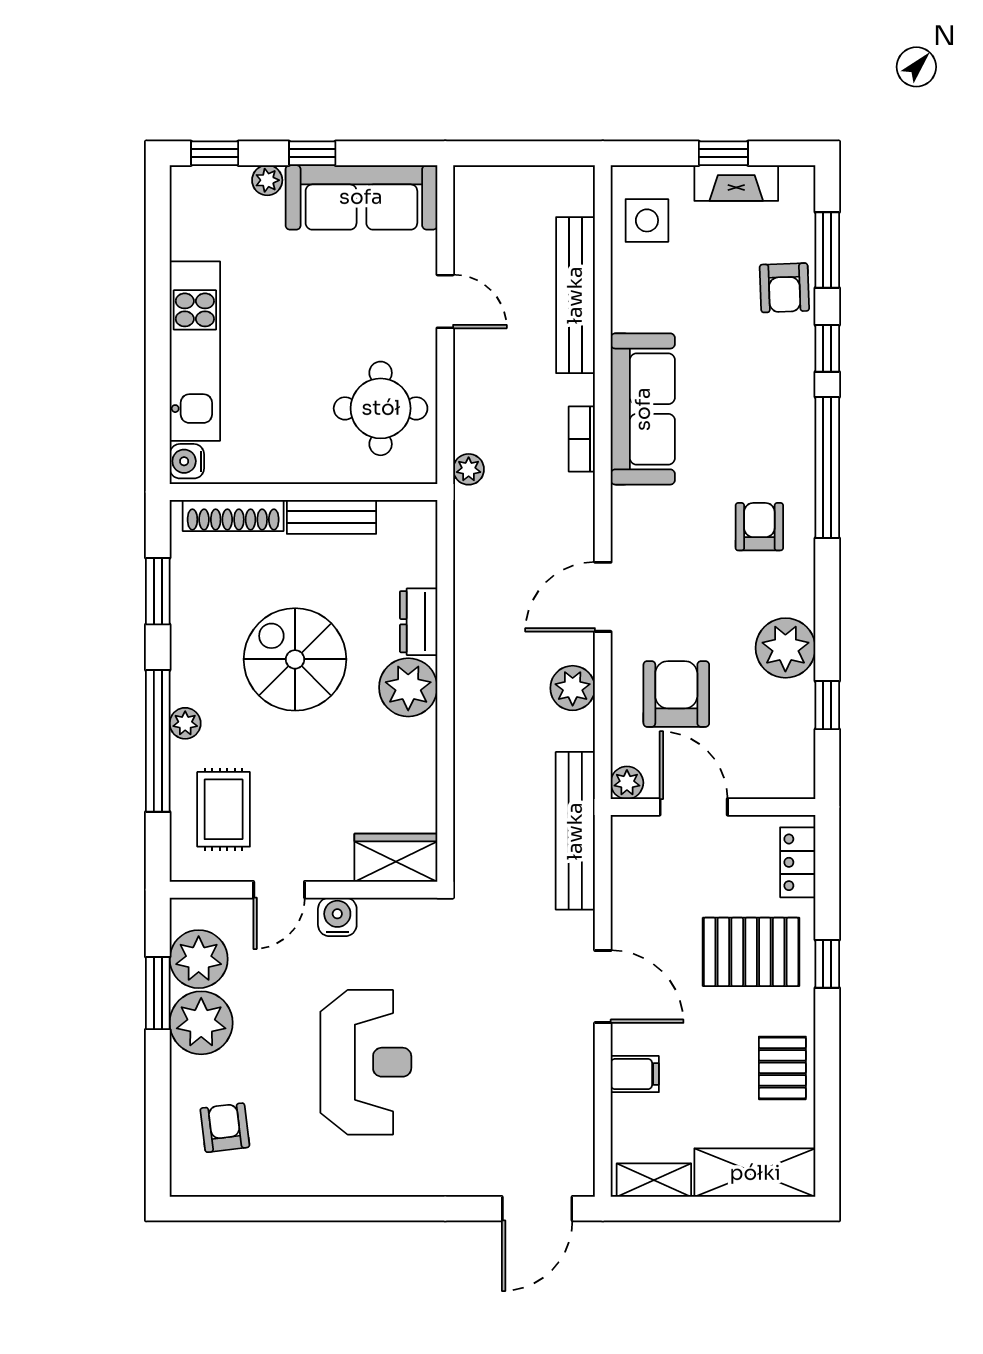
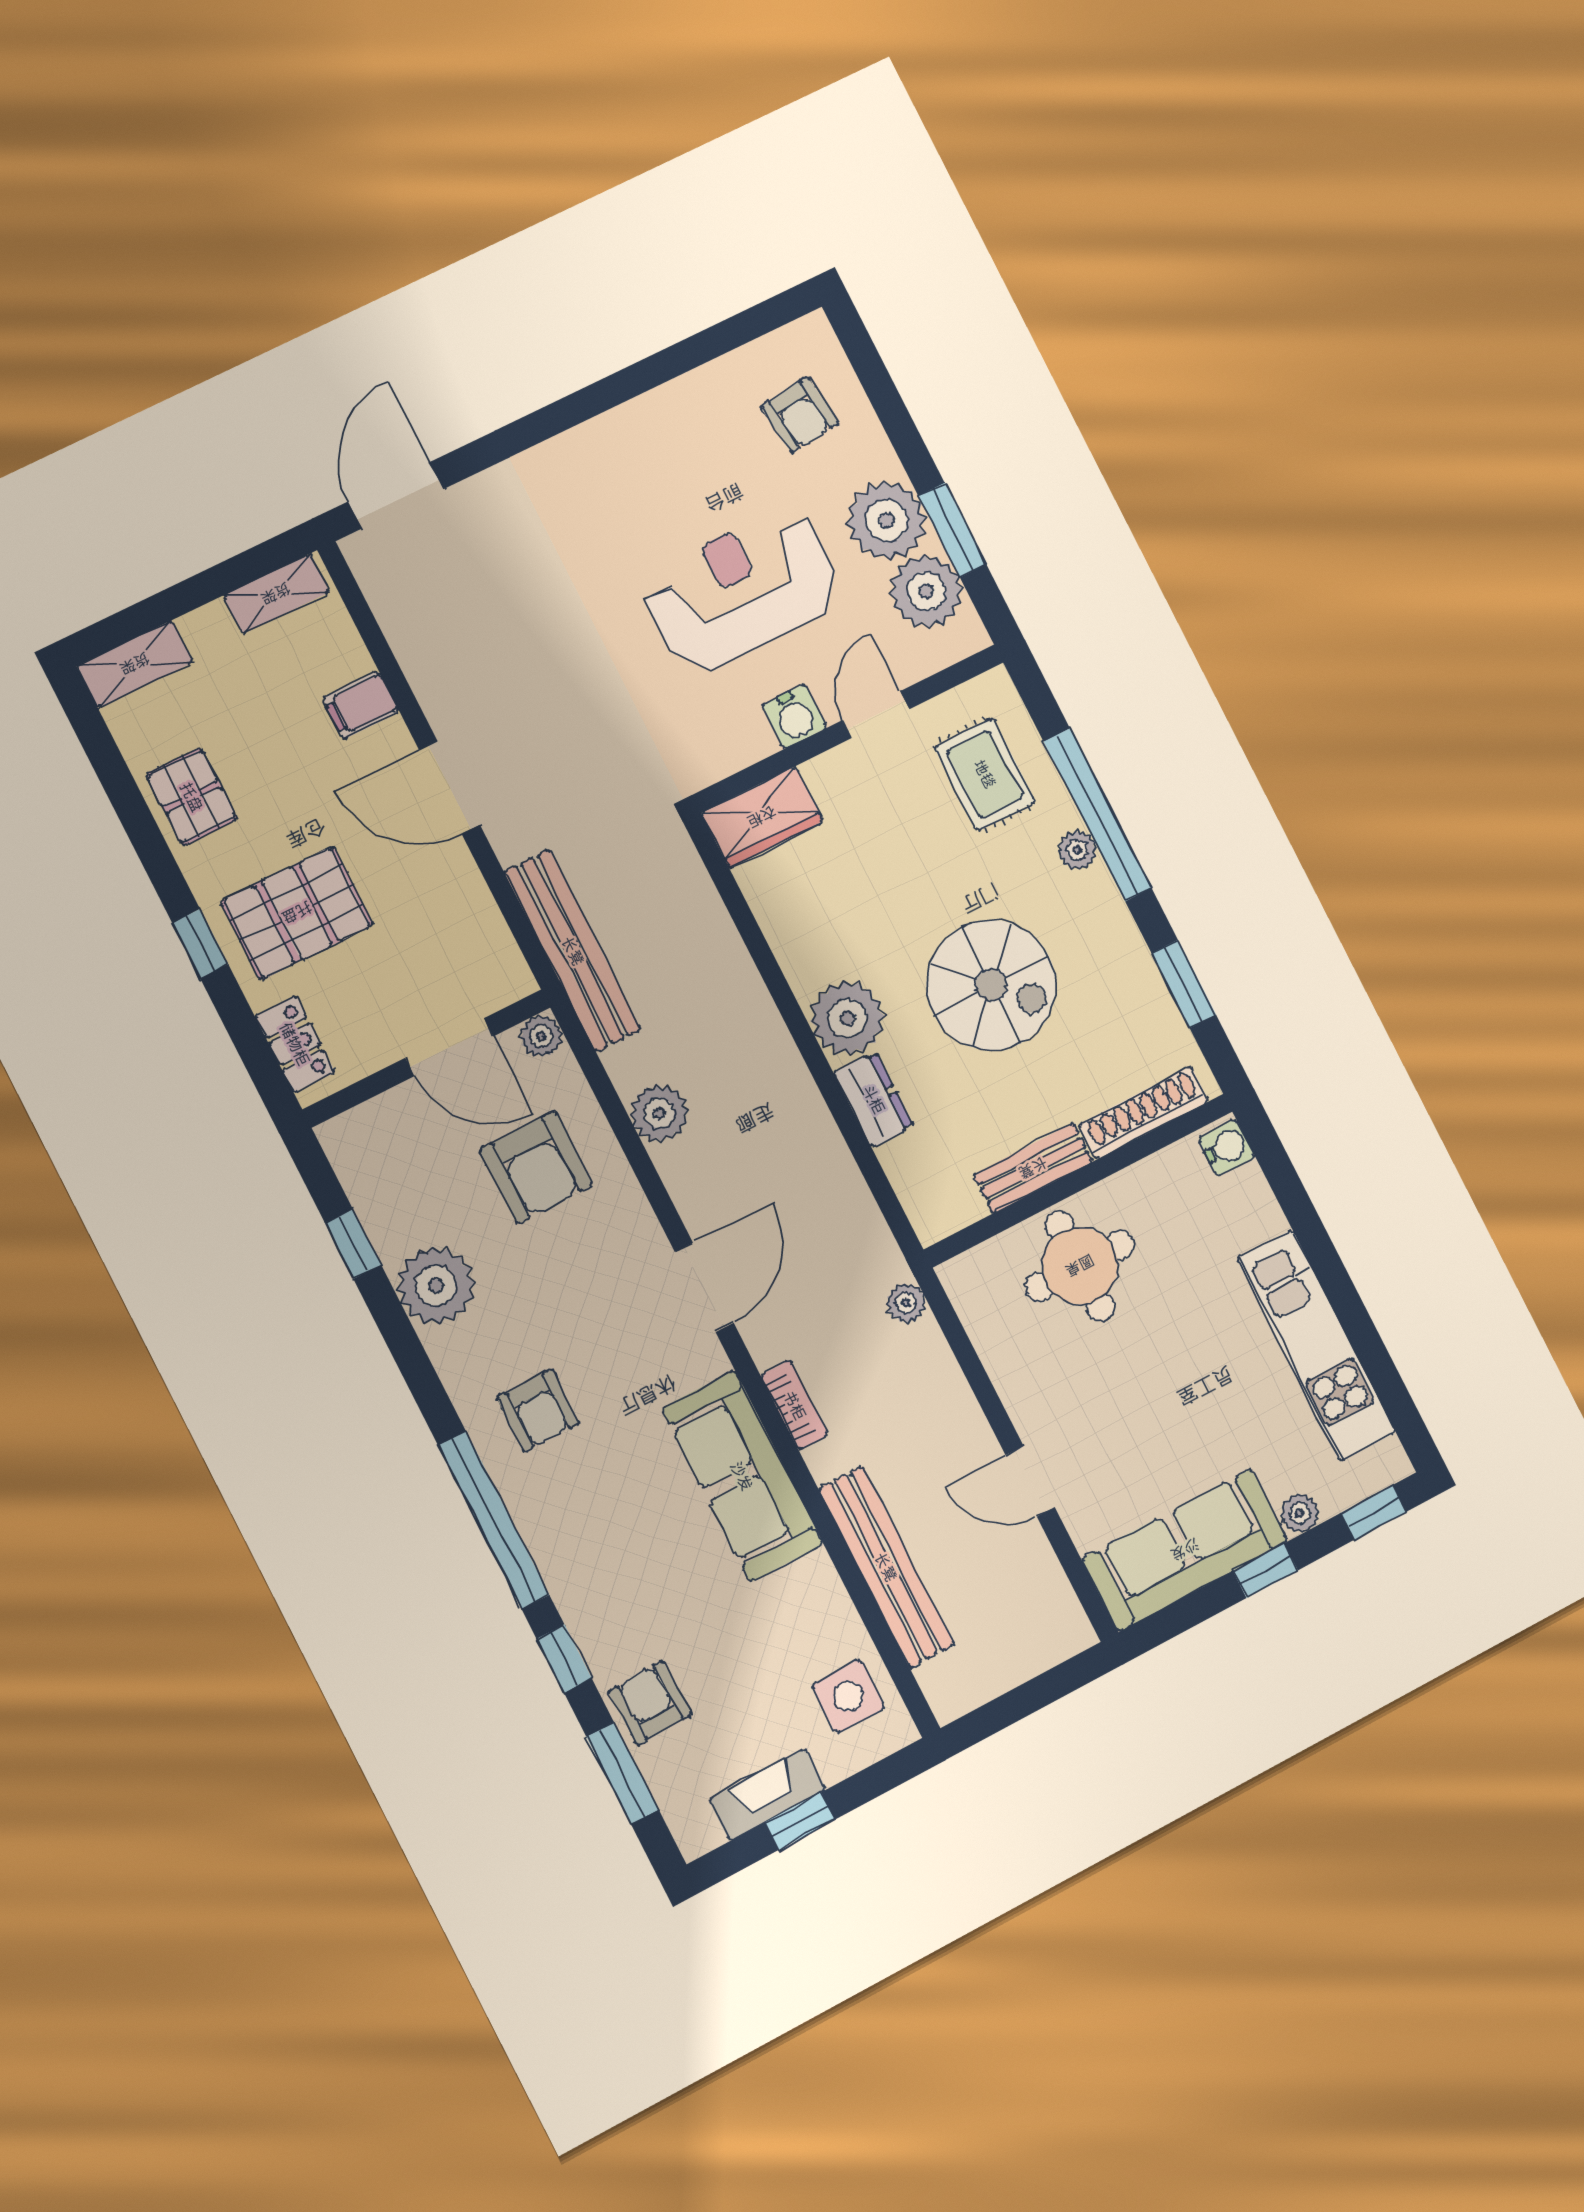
kitchen unit: (195, 351) -> (1316, 1345), moved
round table: (381, 408) -> (1080, 1266), moved
door: (603, 597) -> (704, 1287), moved
reception desk: (366, 1062) -> (742, 590), moved, turned 90
shelving: (755, 1173) -> (135, 664), width x0.67, depth x0.75

